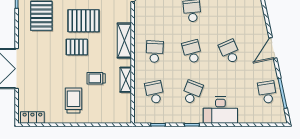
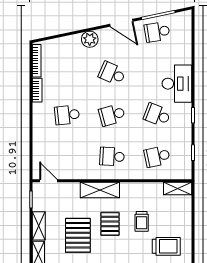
plant: (261, 31) -> (90, 39), added
pallet: (77, 47) -> (110, 224), moved
door: (273, 48) -> (121, 23), moved
school desk: (230, 52) -> (112, 73), turned 48
shelving: (126, 80) -> (178, 188), moved
trolley: (73, 101) -> (166, 246), turned 180

